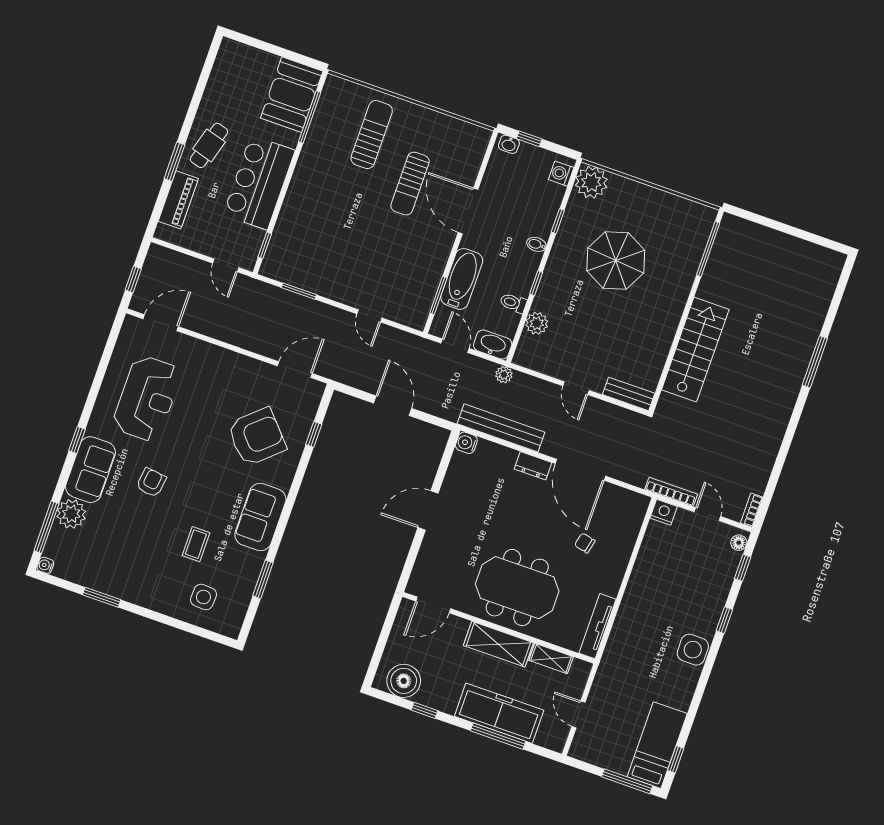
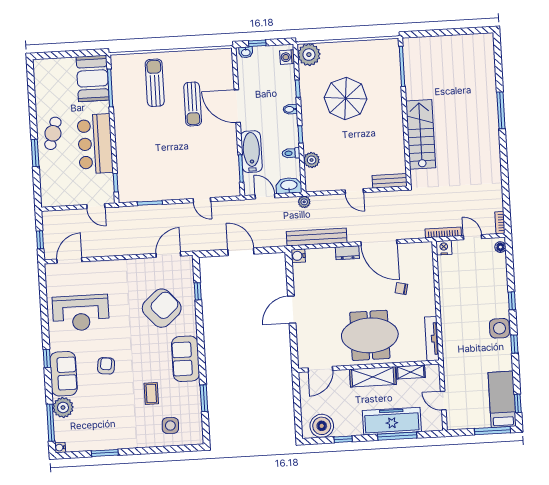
piano: (178, 200) -> (48, 177), removed
reception desk: (147, 398) -> (81, 313), turned 90
window: (743, 568) -> (514, 344), moved

